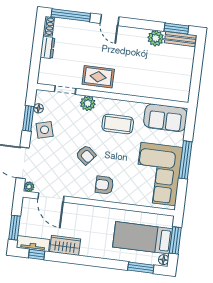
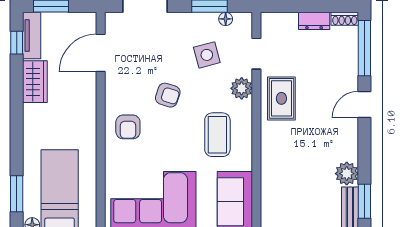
side table: (45, 130) -> (207, 55), moved
armchair: (86, 155) -> (168, 95), turned -112
armchair: (104, 185) -> (128, 127), turned 180
plant: (29, 187) -> (112, 20), removed

